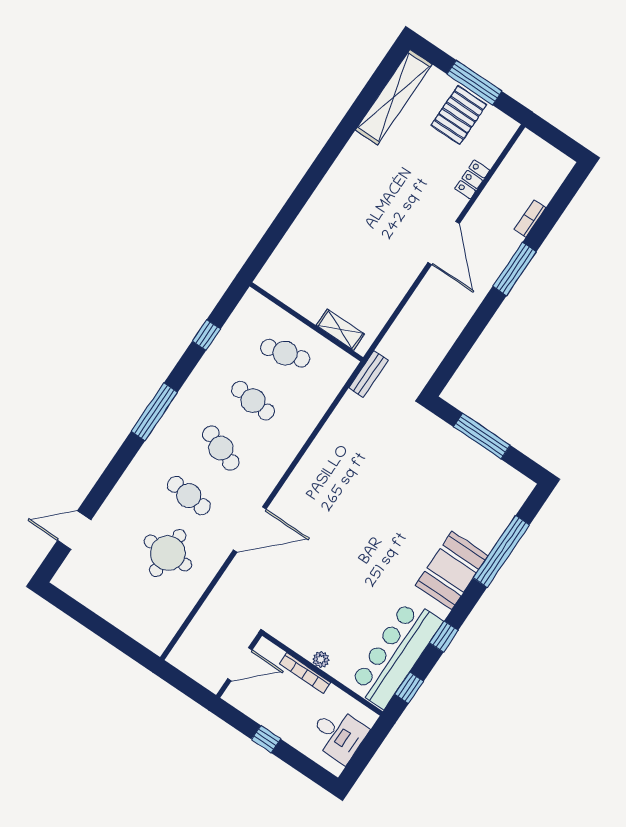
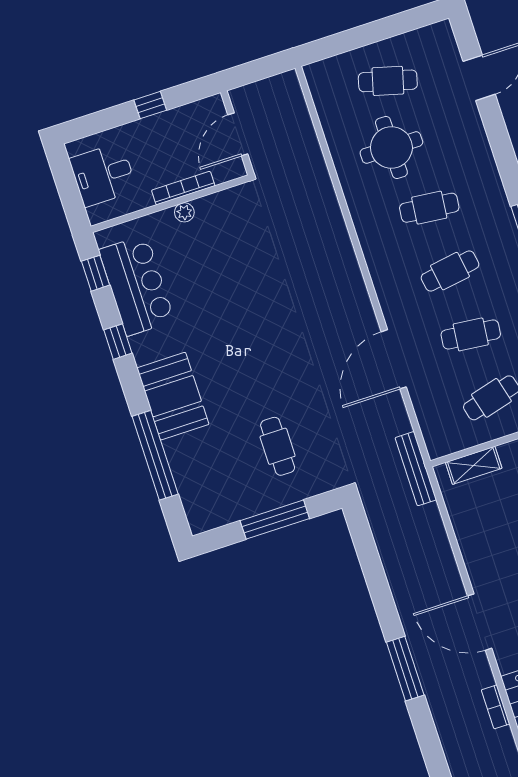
bookcase: (530, 218) -> (496, 707), moved, turned 180
bench: (368, 374) -> (416, 469), width x1.36
cafe table: (221, 448) -> (450, 271), turned -30
cafe table: (431, 473) -> (278, 446), added
door: (250, 529) -> (394, 359), moved
cafe table: (124, 591) -> (388, 81), added
bar counter: (396, 653) -> (137, 285), width x0.73

